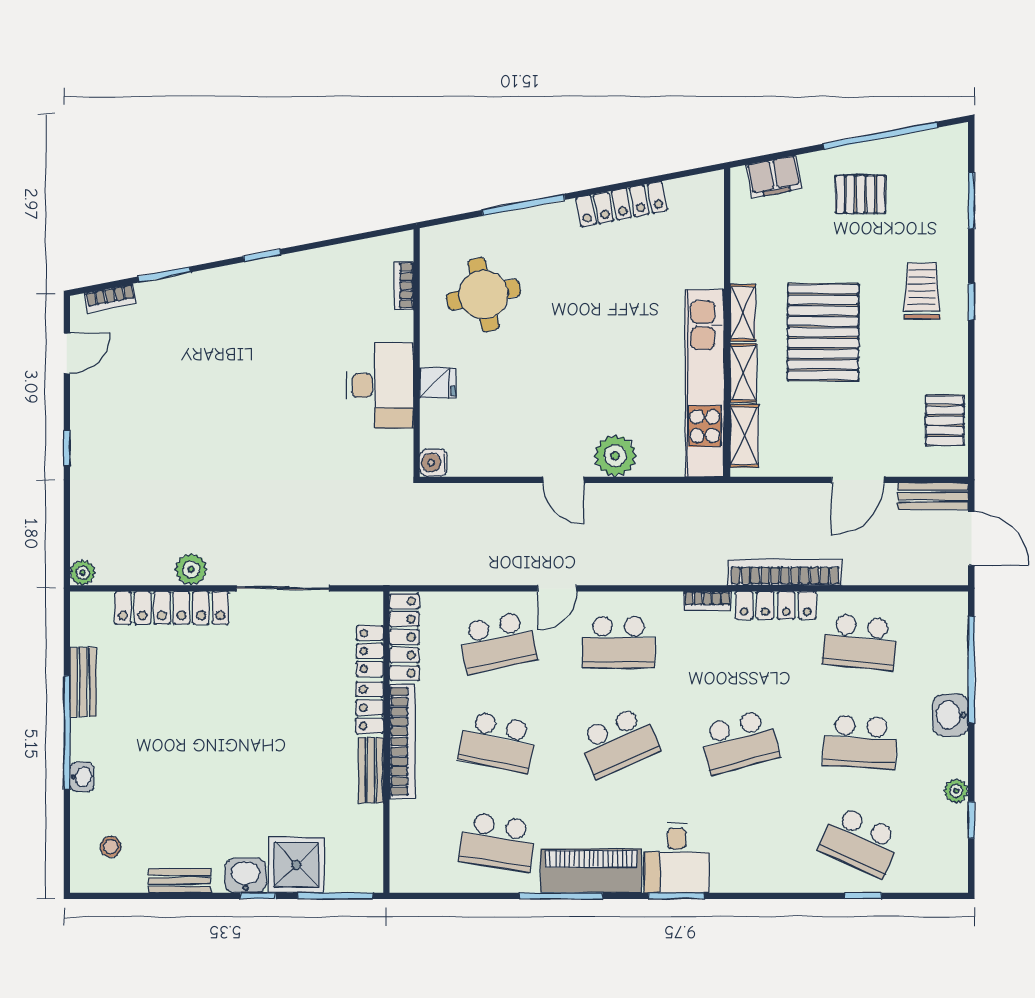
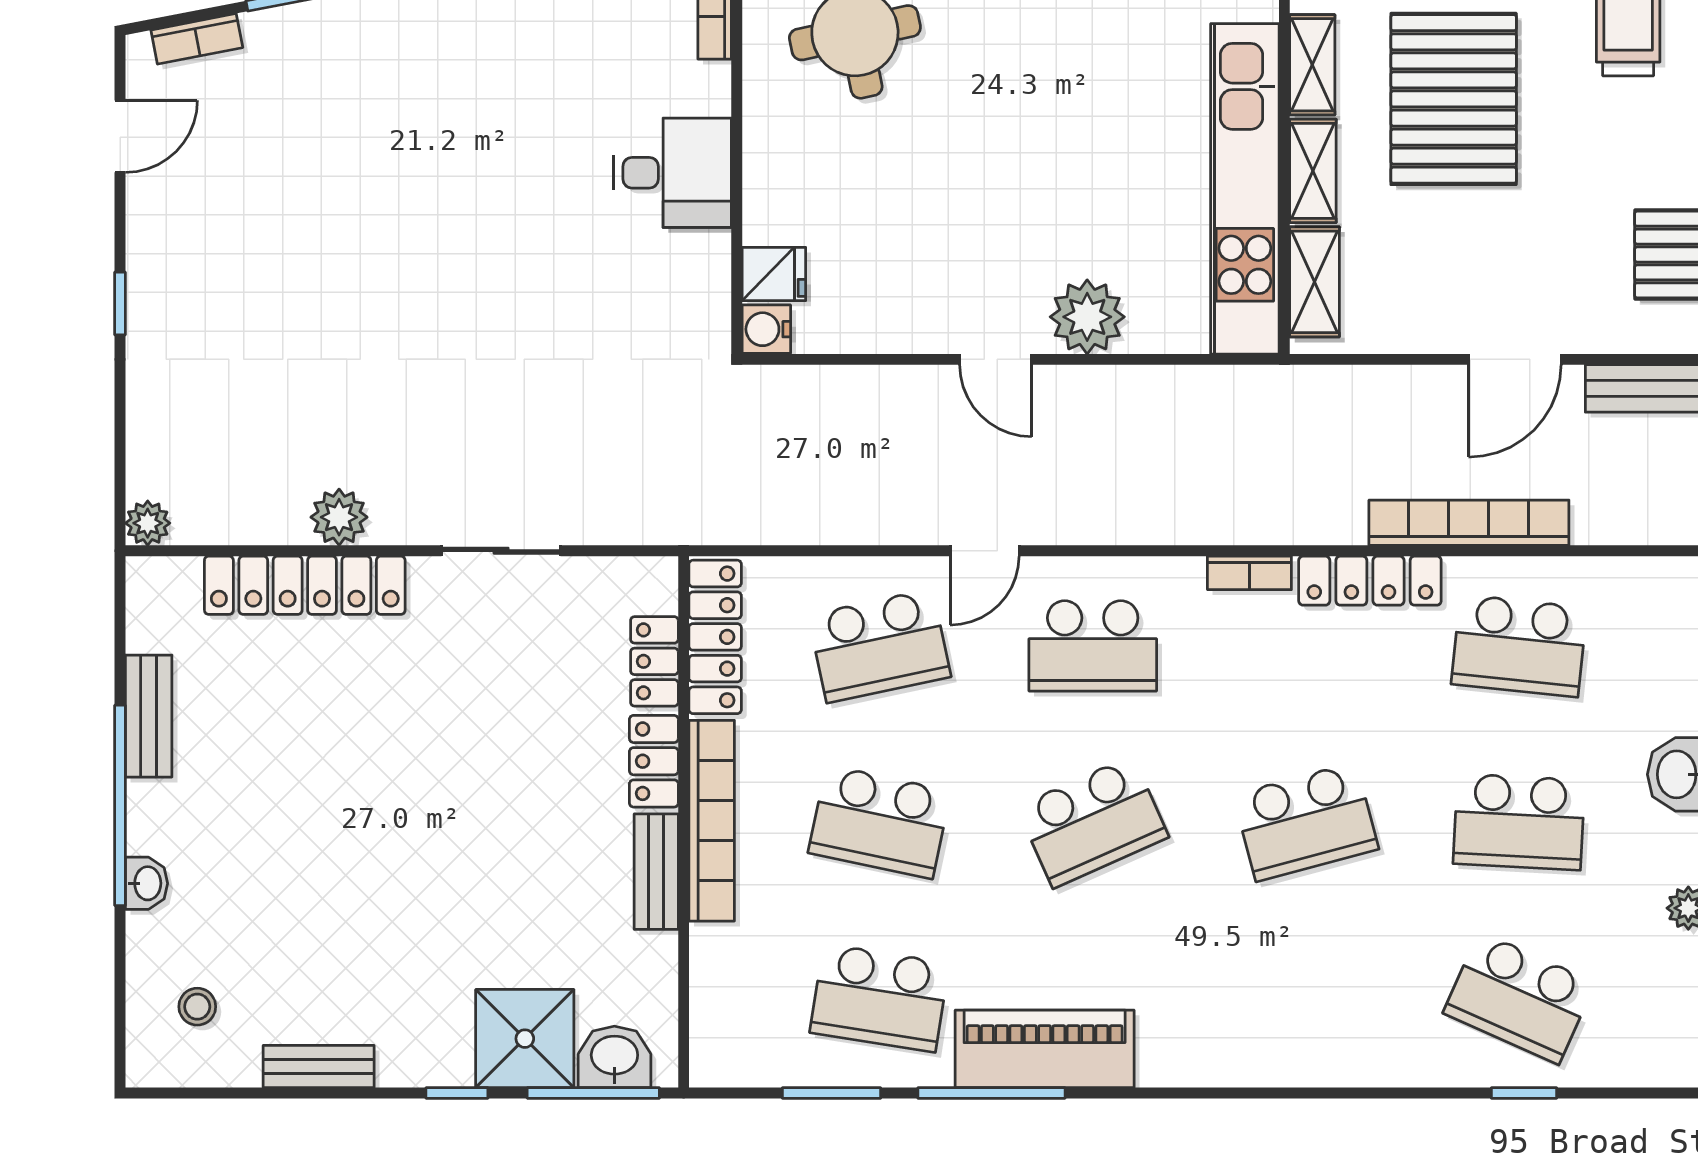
fridge: (438, 383) -> (774, 274), moved
desk: (380, 386) -> (672, 173), width x0.73
bookcase: (785, 572) -> (1469, 523), moved
sliding door: (283, 588) -> (501, 551), width x0.73
desk: (677, 858) -> (1196, 1026), removed
washbasin: (246, 875) -> (614, 1057), moved
window: (676, 896) -> (831, 1093), moved

